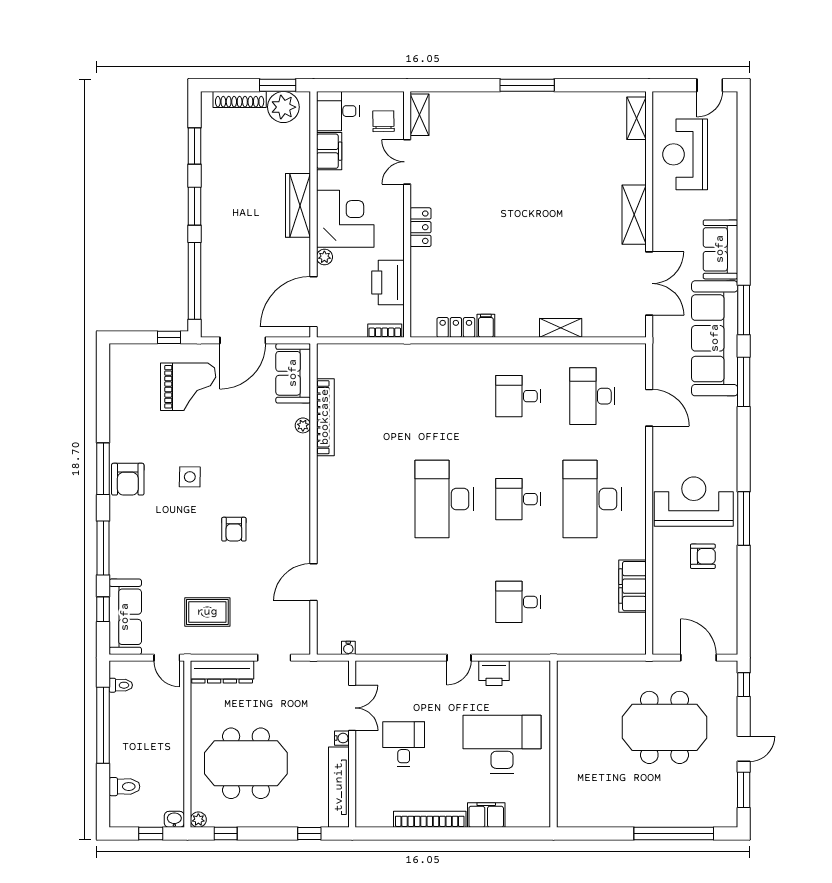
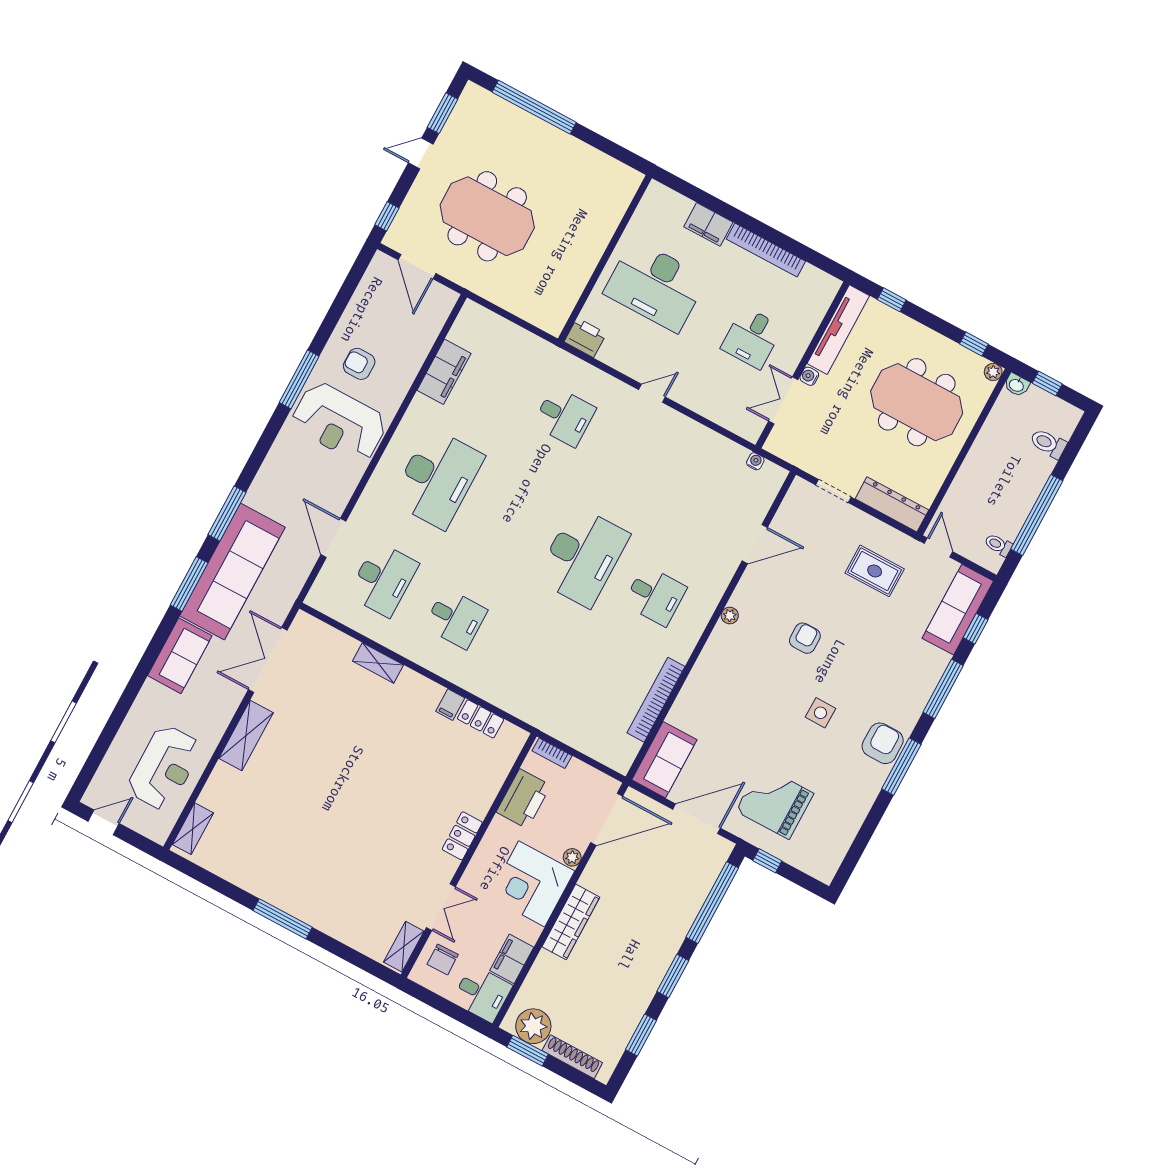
plant: (303, 425) -> (730, 616), moved
desk: (518, 499) -> (655, 596), moved
printer: (494, 673) -> (585, 338), moved

